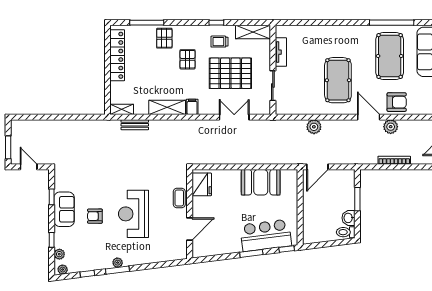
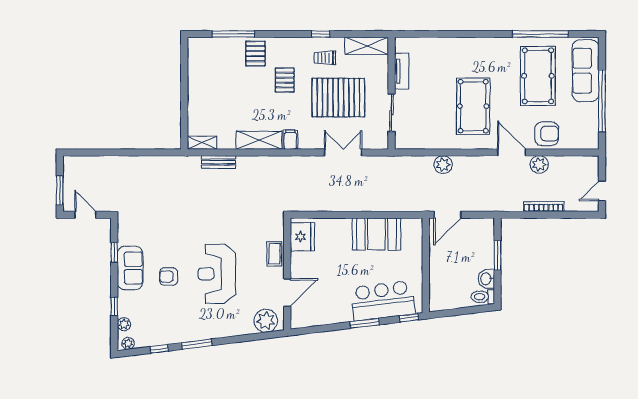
locker: (117, 55) -> (197, 75), removed
plant: (118, 263) -> (266, 321), moved, width x1.88, depth x1.88

